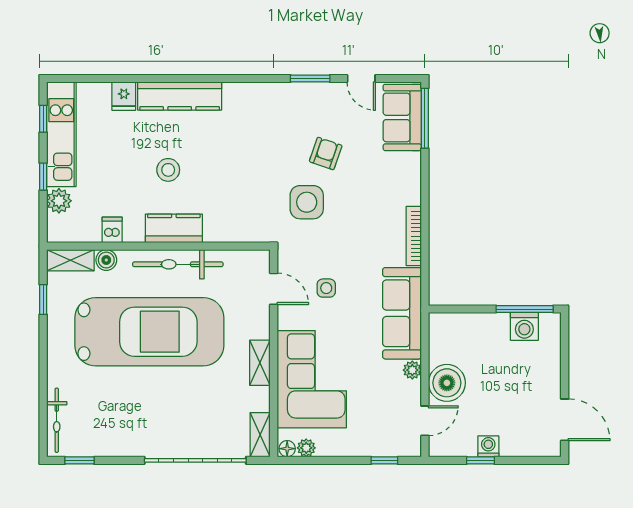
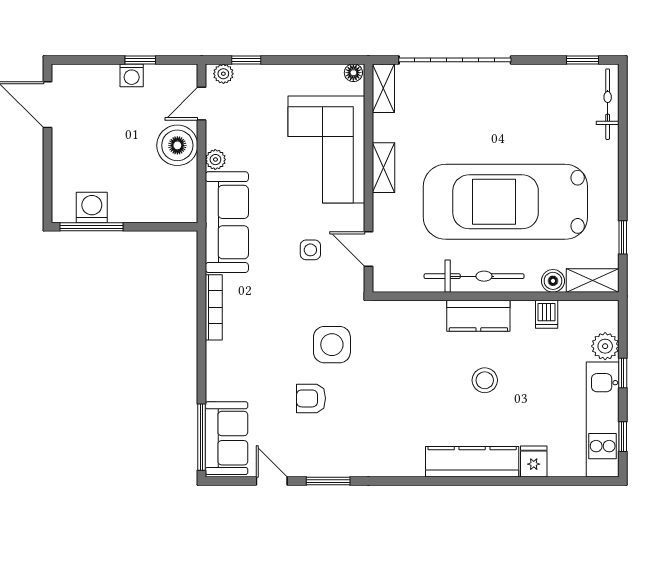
armchair: (326, 153) -> (311, 398), turned 71
plant: (306, 448) -> (223, 74), moved

